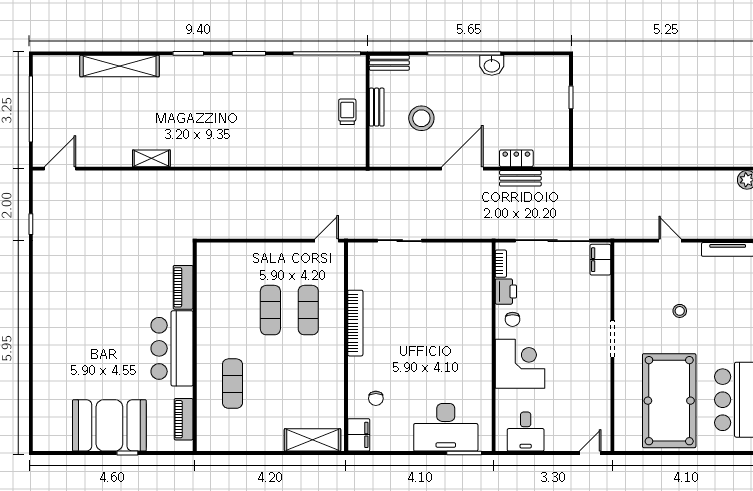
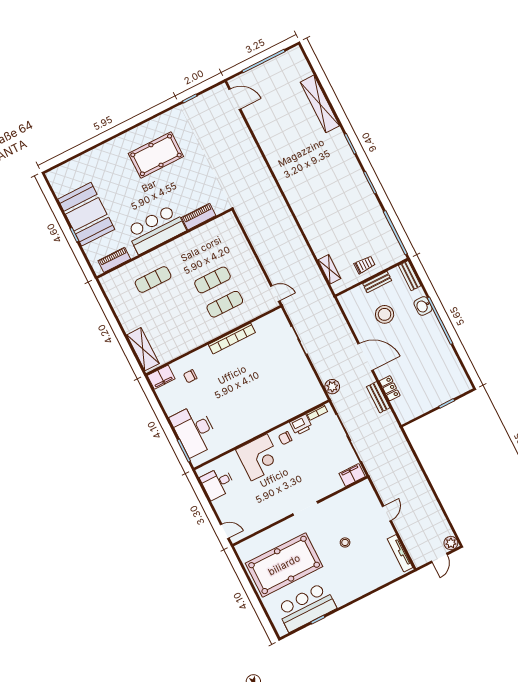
washbasin: (492, 65) -> (423, 306), moved
shelving: (151, 158) -> (329, 269), moved
plant: (478, 229) -> (332, 387), added
pool table: (80, 302) -> (156, 155), added

